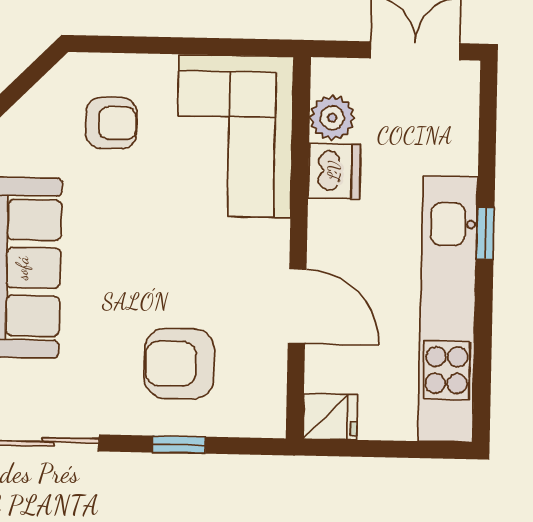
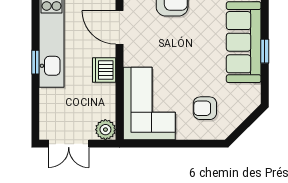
plant: (332, 118) -> (105, 130), moved
dishwasher: (334, 171) -> (104, 70), moved

